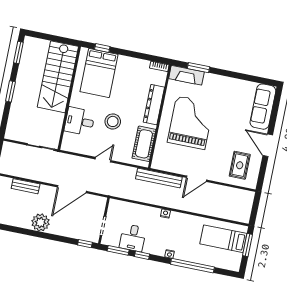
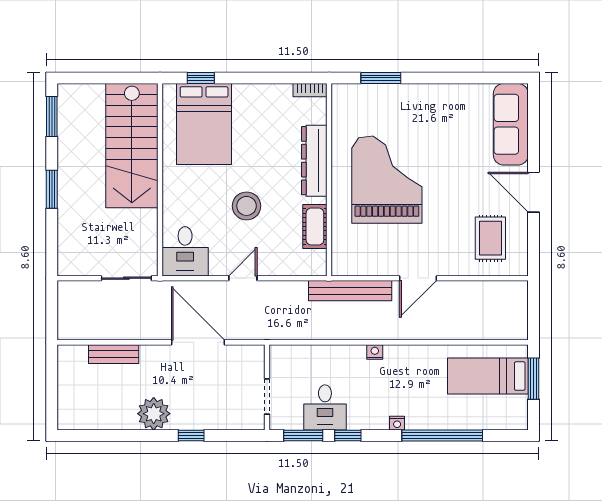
fireplace: (186, 75) -> (362, 96), removed
desk: (80, 121) -> (185, 251), moved, turned -90
cot: (144, 144) -> (315, 227), width x0.73, depth x0.75
door: (72, 189) -> (198, 342), swing flipped
window: (85, 244) -> (191, 436), moved

